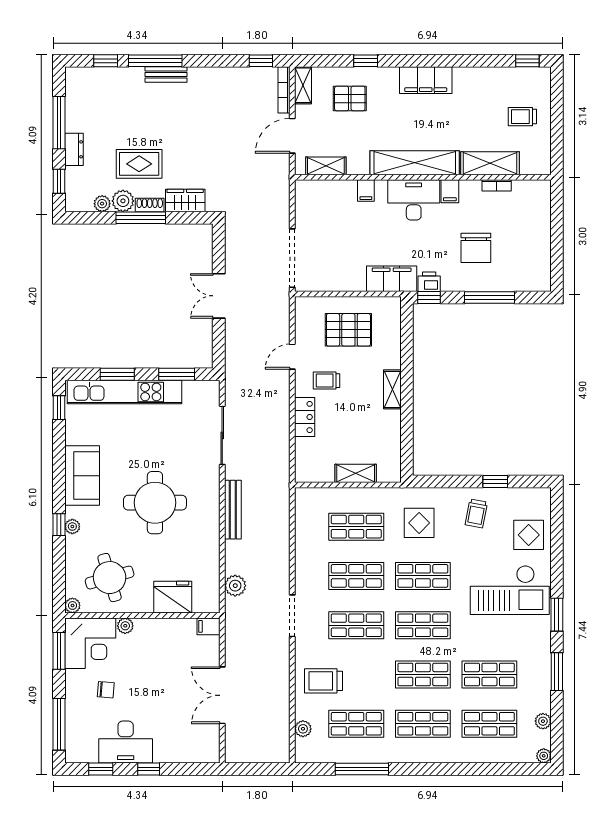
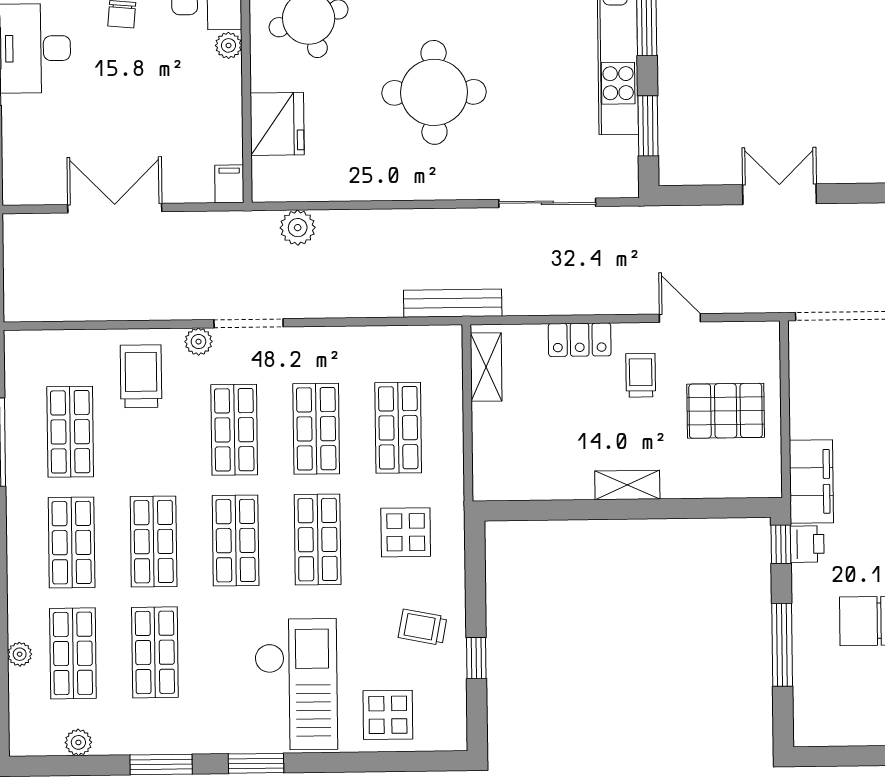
pallet: (348, 330) -> (726, 411), turned 90
shelving: (356, 473) -> (486, 367), moved
bench: (233, 510) -> (453, 303), moved
checkout: (510, 590) -> (296, 684), turned 180
plant: (303, 729) -> (199, 342), moved
plant: (544, 756) -> (20, 654), moved

